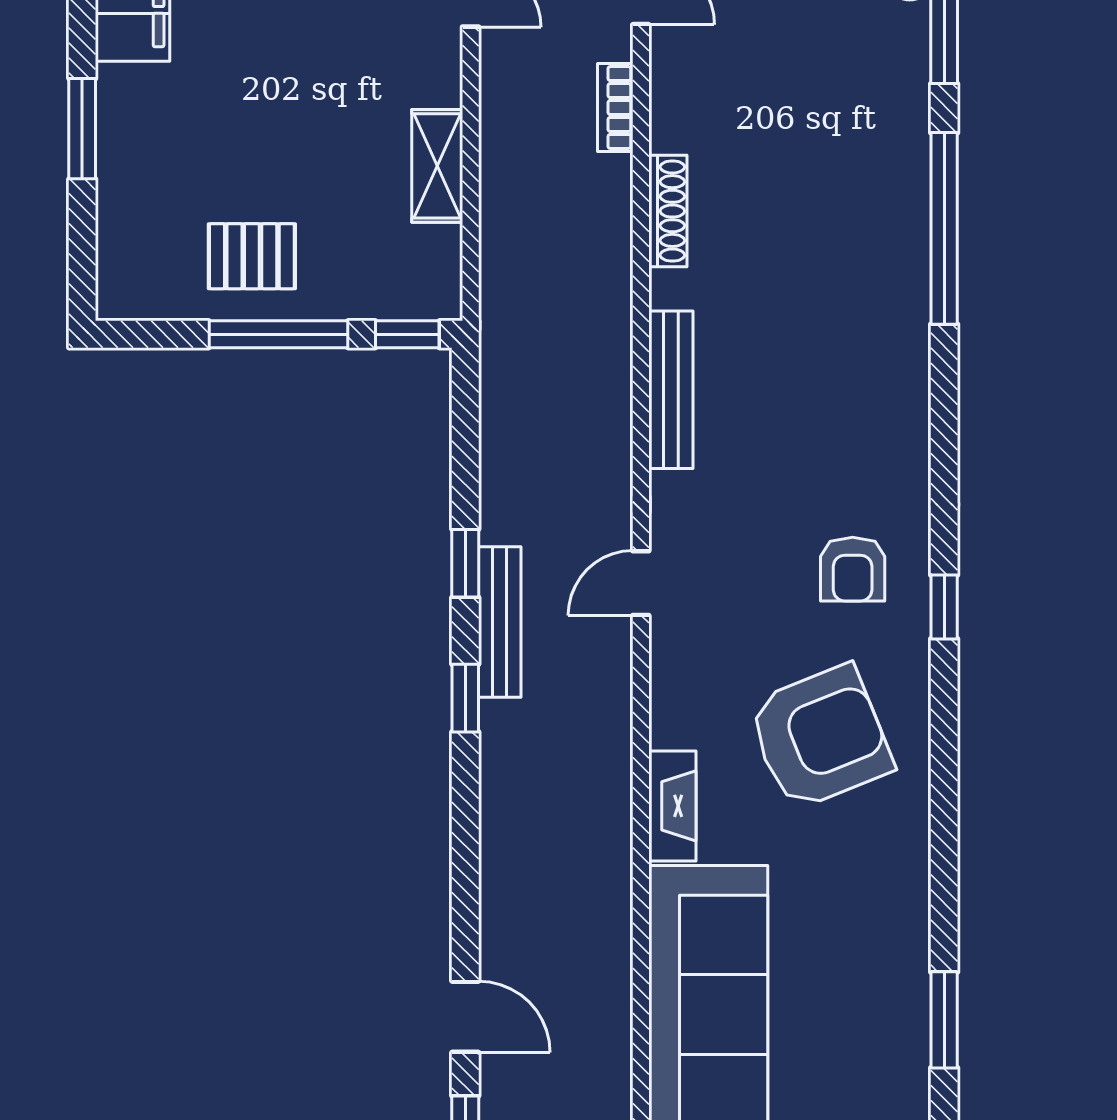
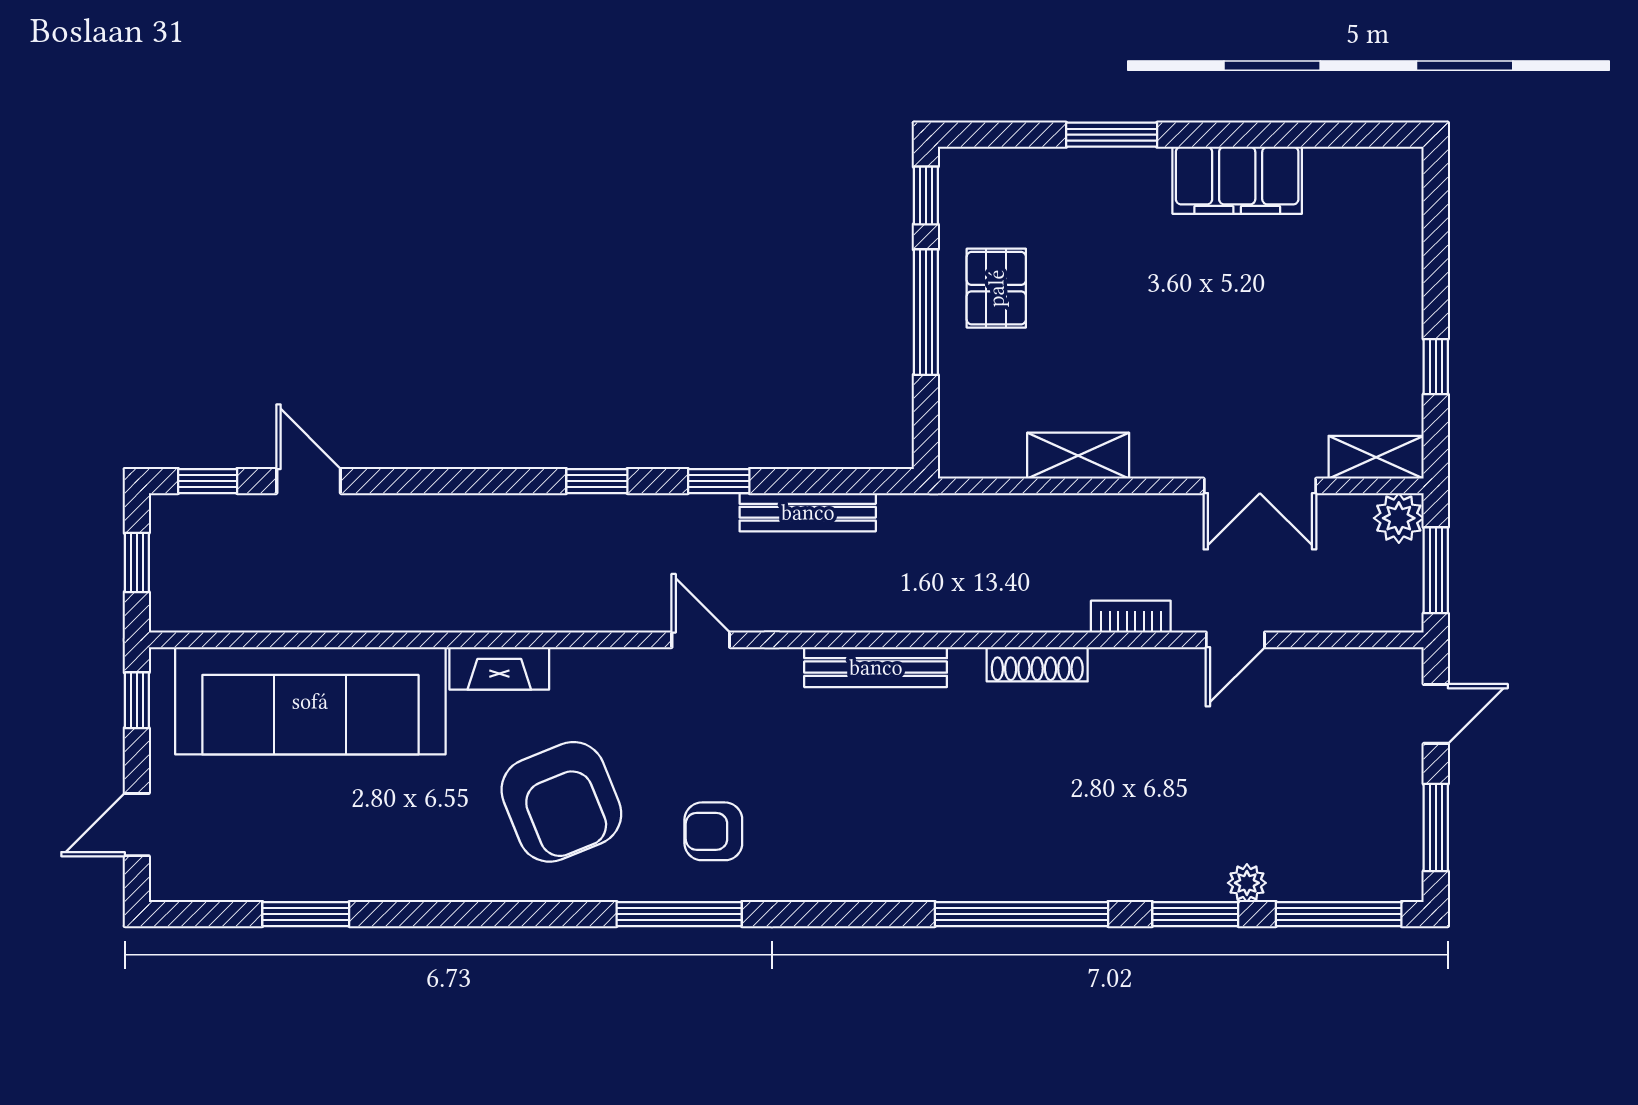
window: (407, 334) -> (926, 196), moved
window: (944, 607) -> (679, 914), width x2.17
bench: (500, 622) -> (808, 512), moved
door: (465, 1017) -> (309, 481), swing flipped

